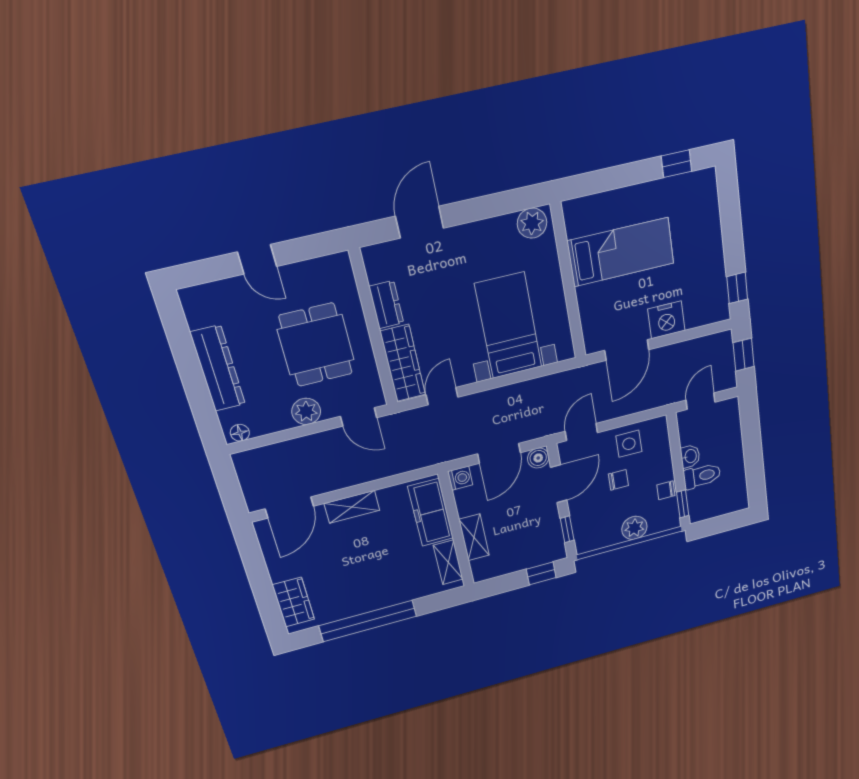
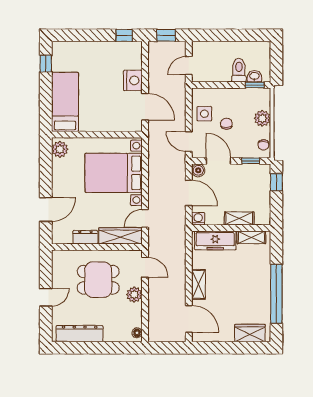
door: (420, 222) -> (46, 210), swing flipped
bed: (621, 252) -> (65, 102), moved
bed with nightstands: (509, 326) -> (114, 173), width x1.36
dresser: (218, 368) -> (80, 334), moved
door: (442, 396) -> (145, 218), hinge flipped
door: (700, 401) -> (189, 66), hinge flipped
door: (359, 417) -> (145, 267), hinge flipped
washbasin: (690, 456) -> (254, 76), moved
chair: (666, 490) -> (263, 145), moved

